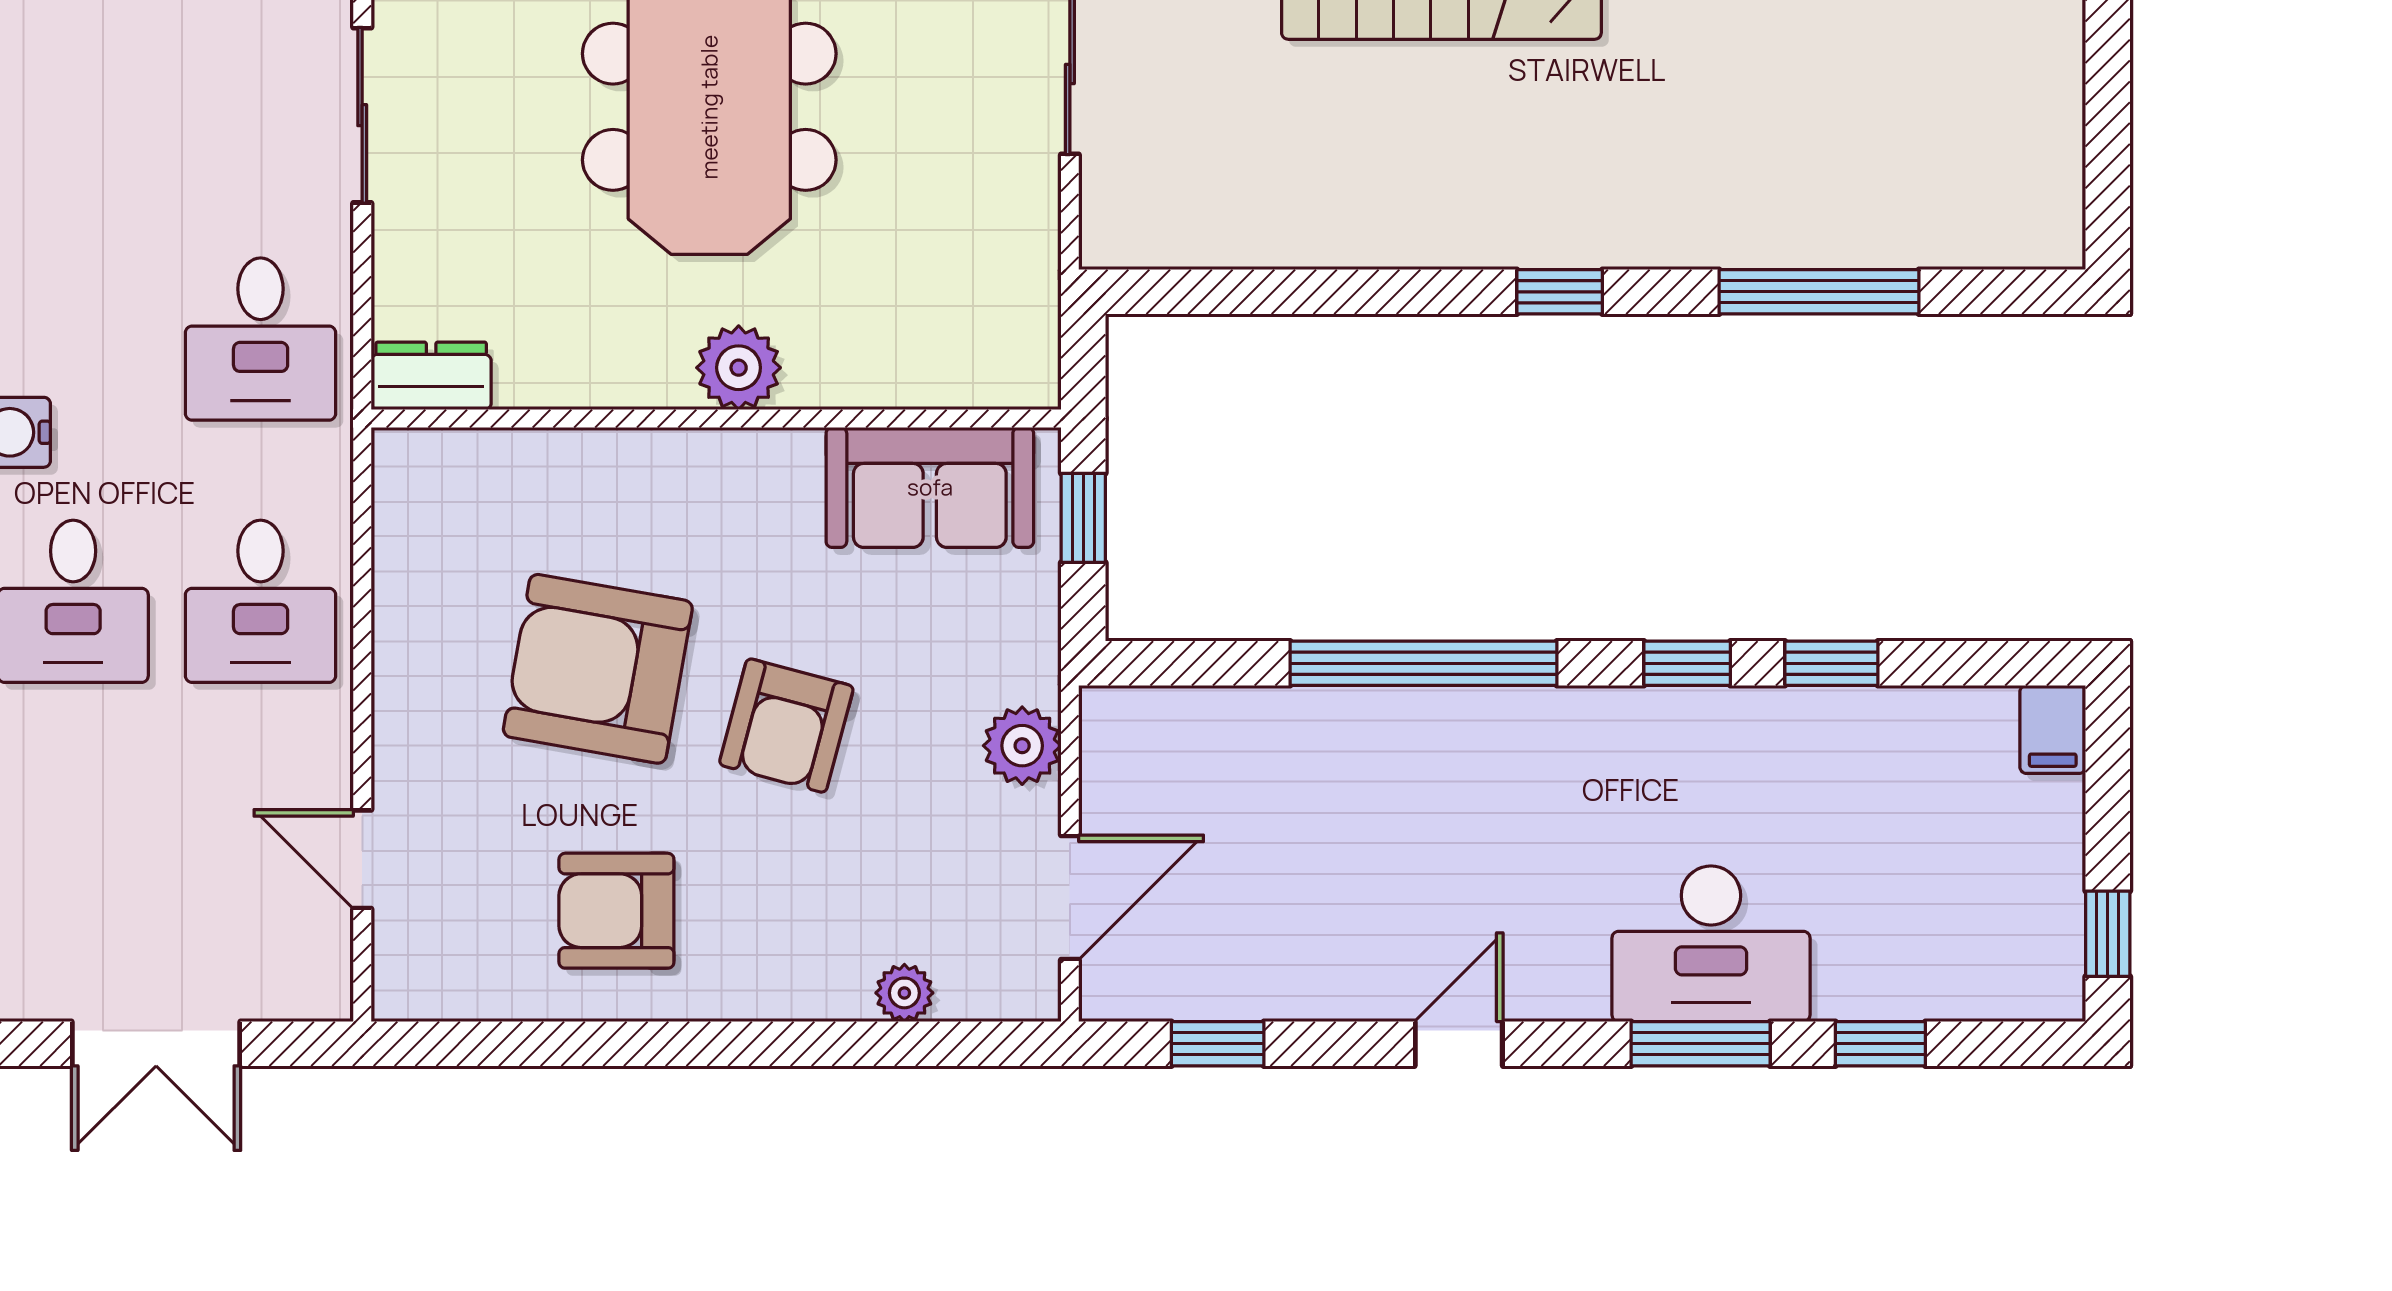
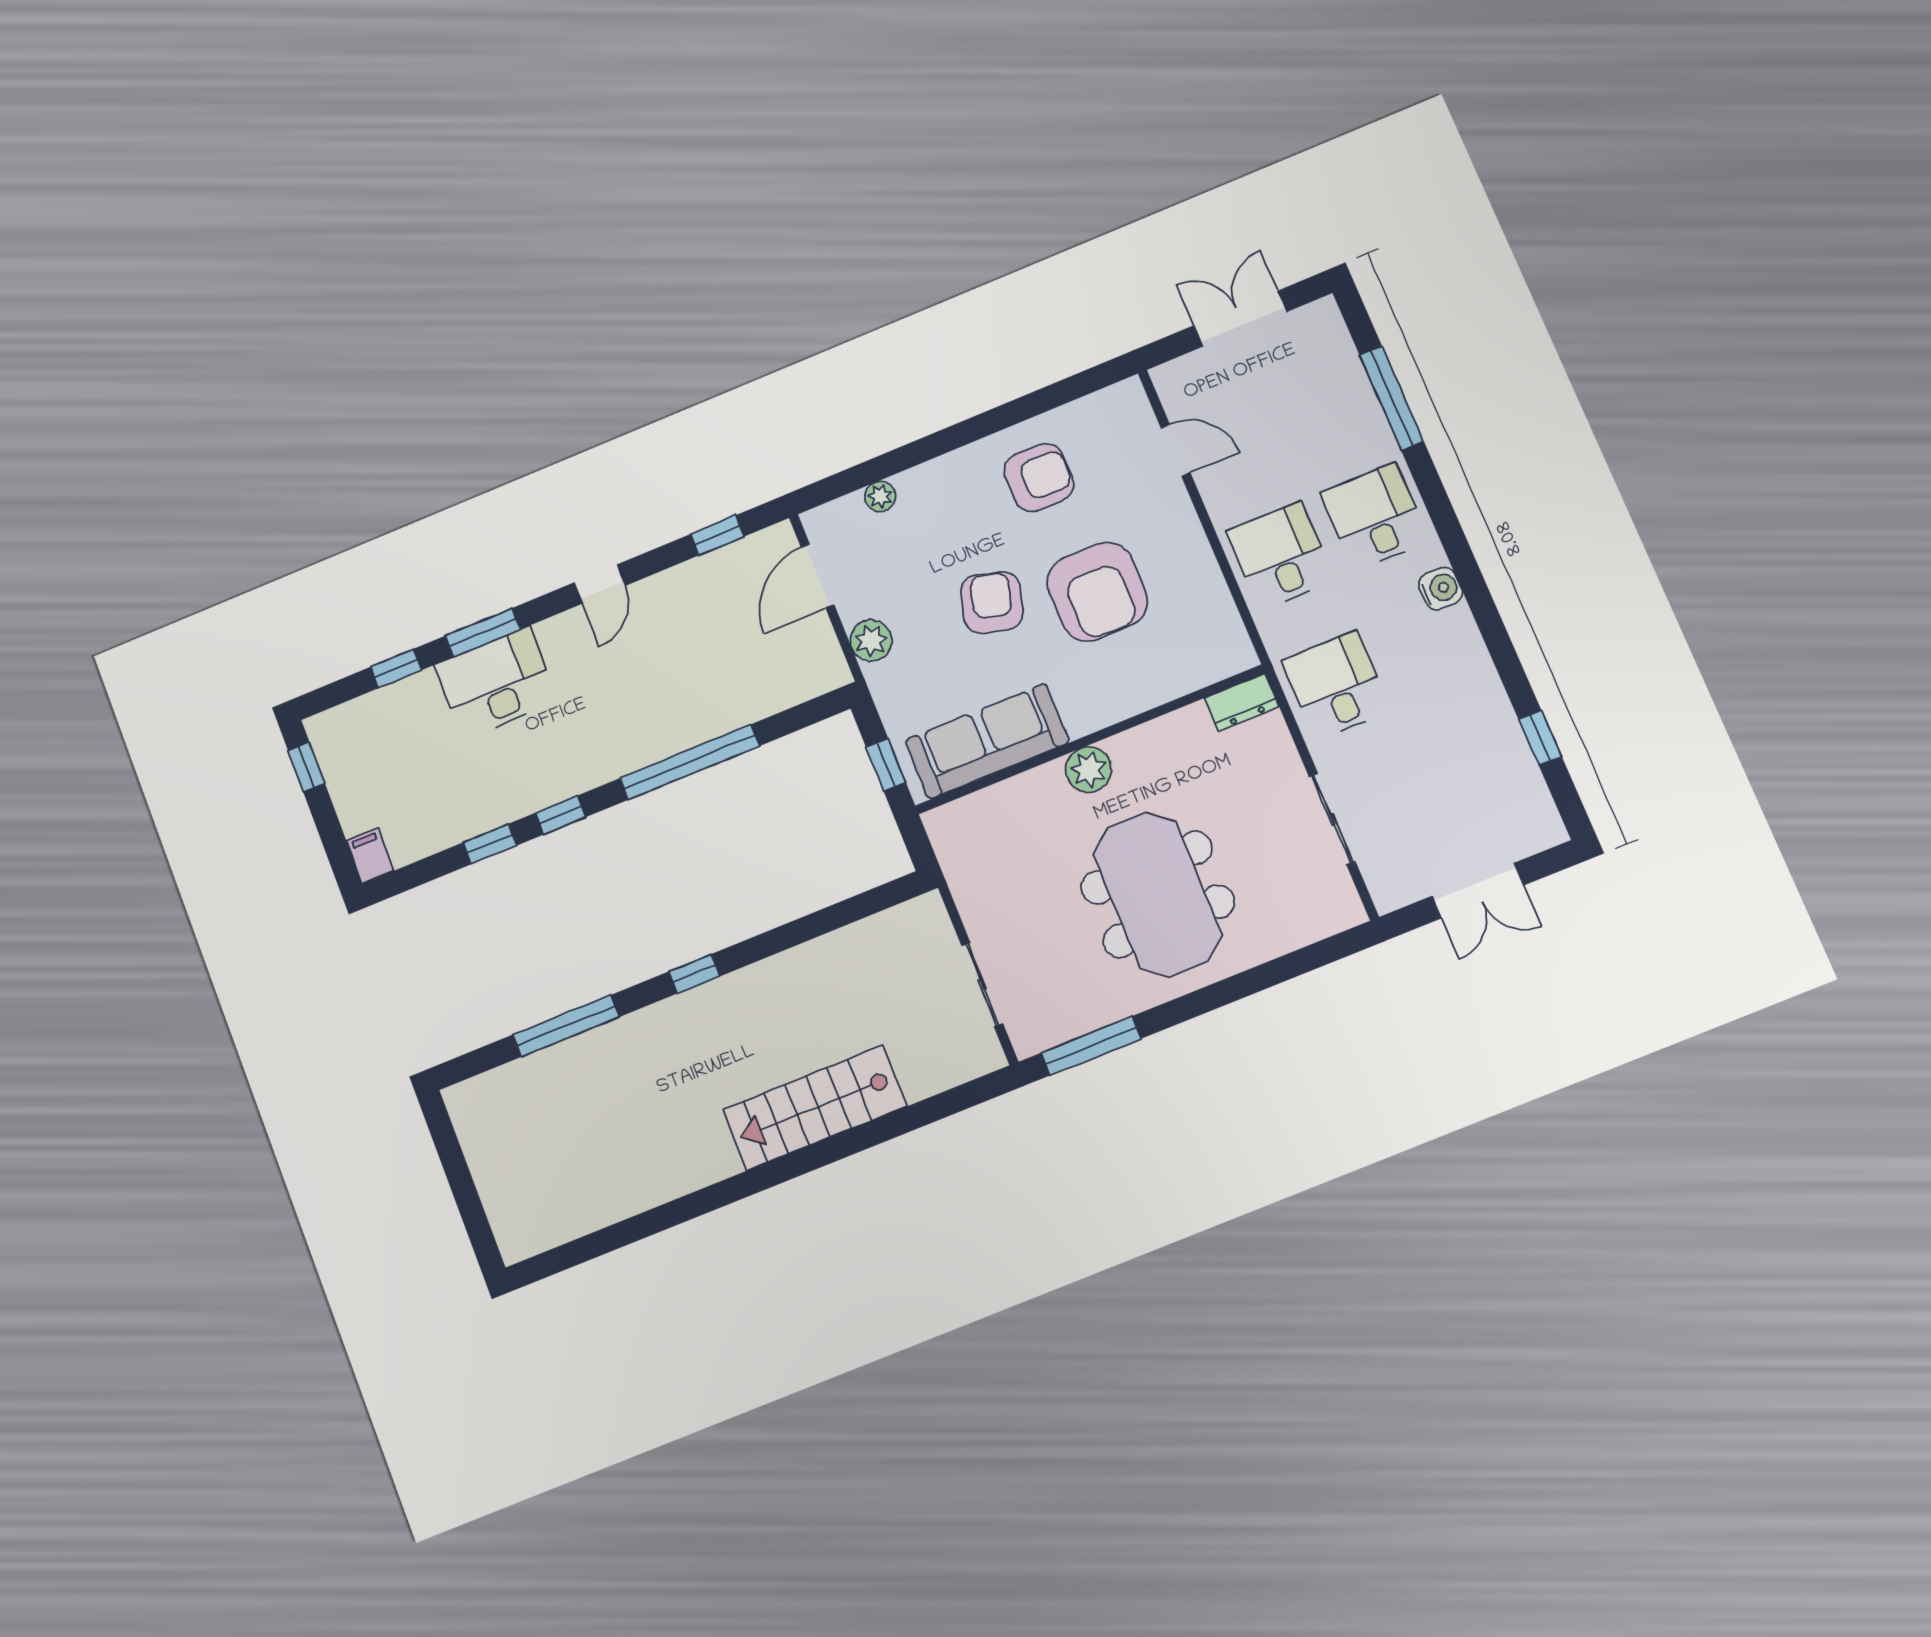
sofa: (930, 487) -> (987, 741), width x1.36
armchair: (598, 669) -> (1097, 592), turned 80

